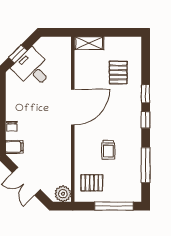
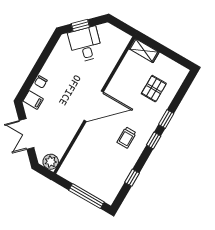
door: (73, 107) -> (94, 106), moved
trolley: (108, 150) -> (127, 138), moved
window: (146, 165) -> (132, 178), width x0.46
pallet: (92, 183) -> (80, 166), removed

